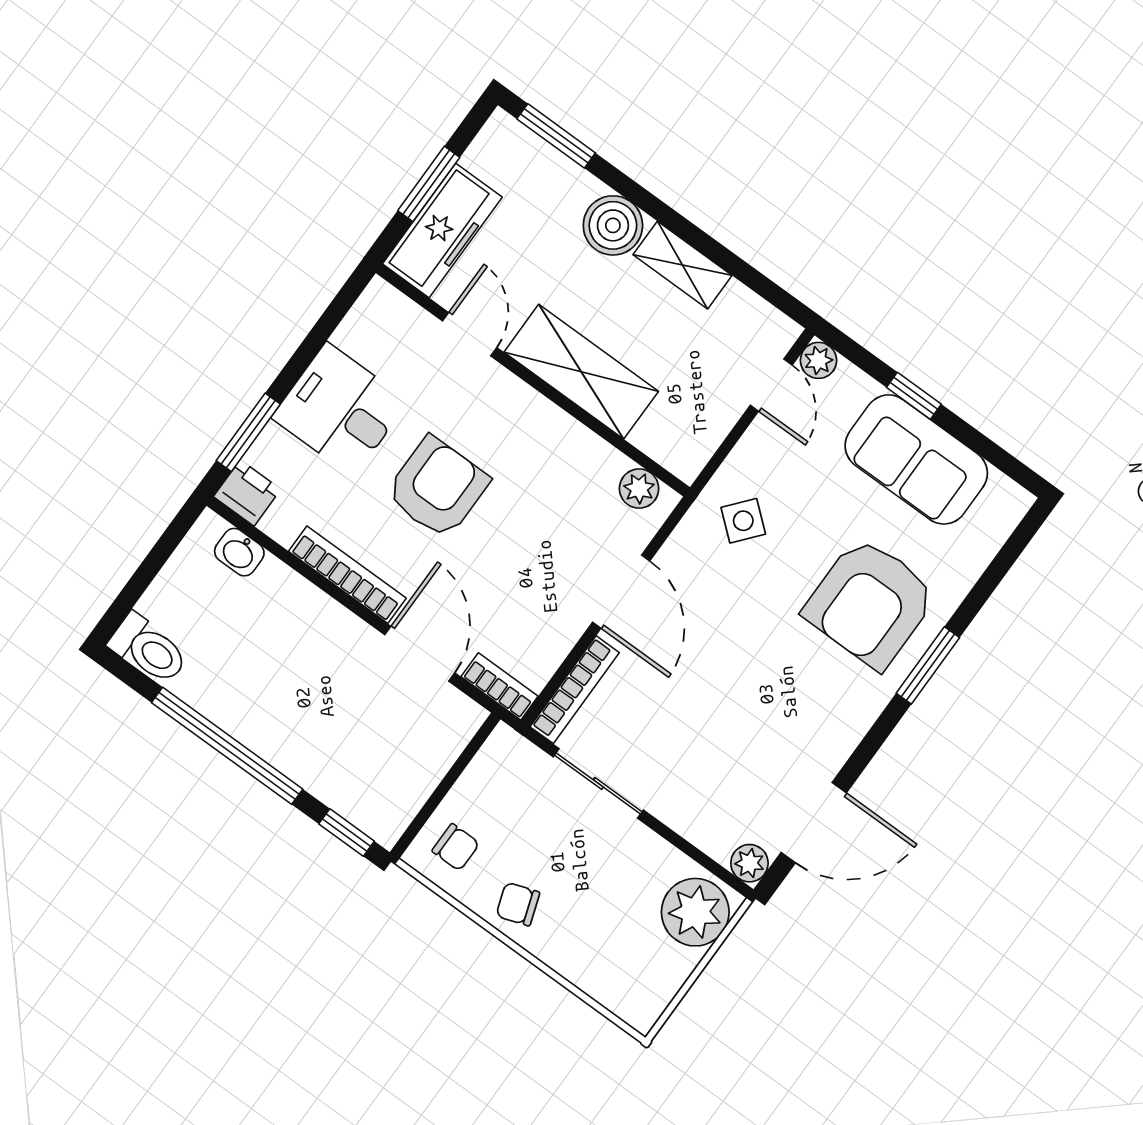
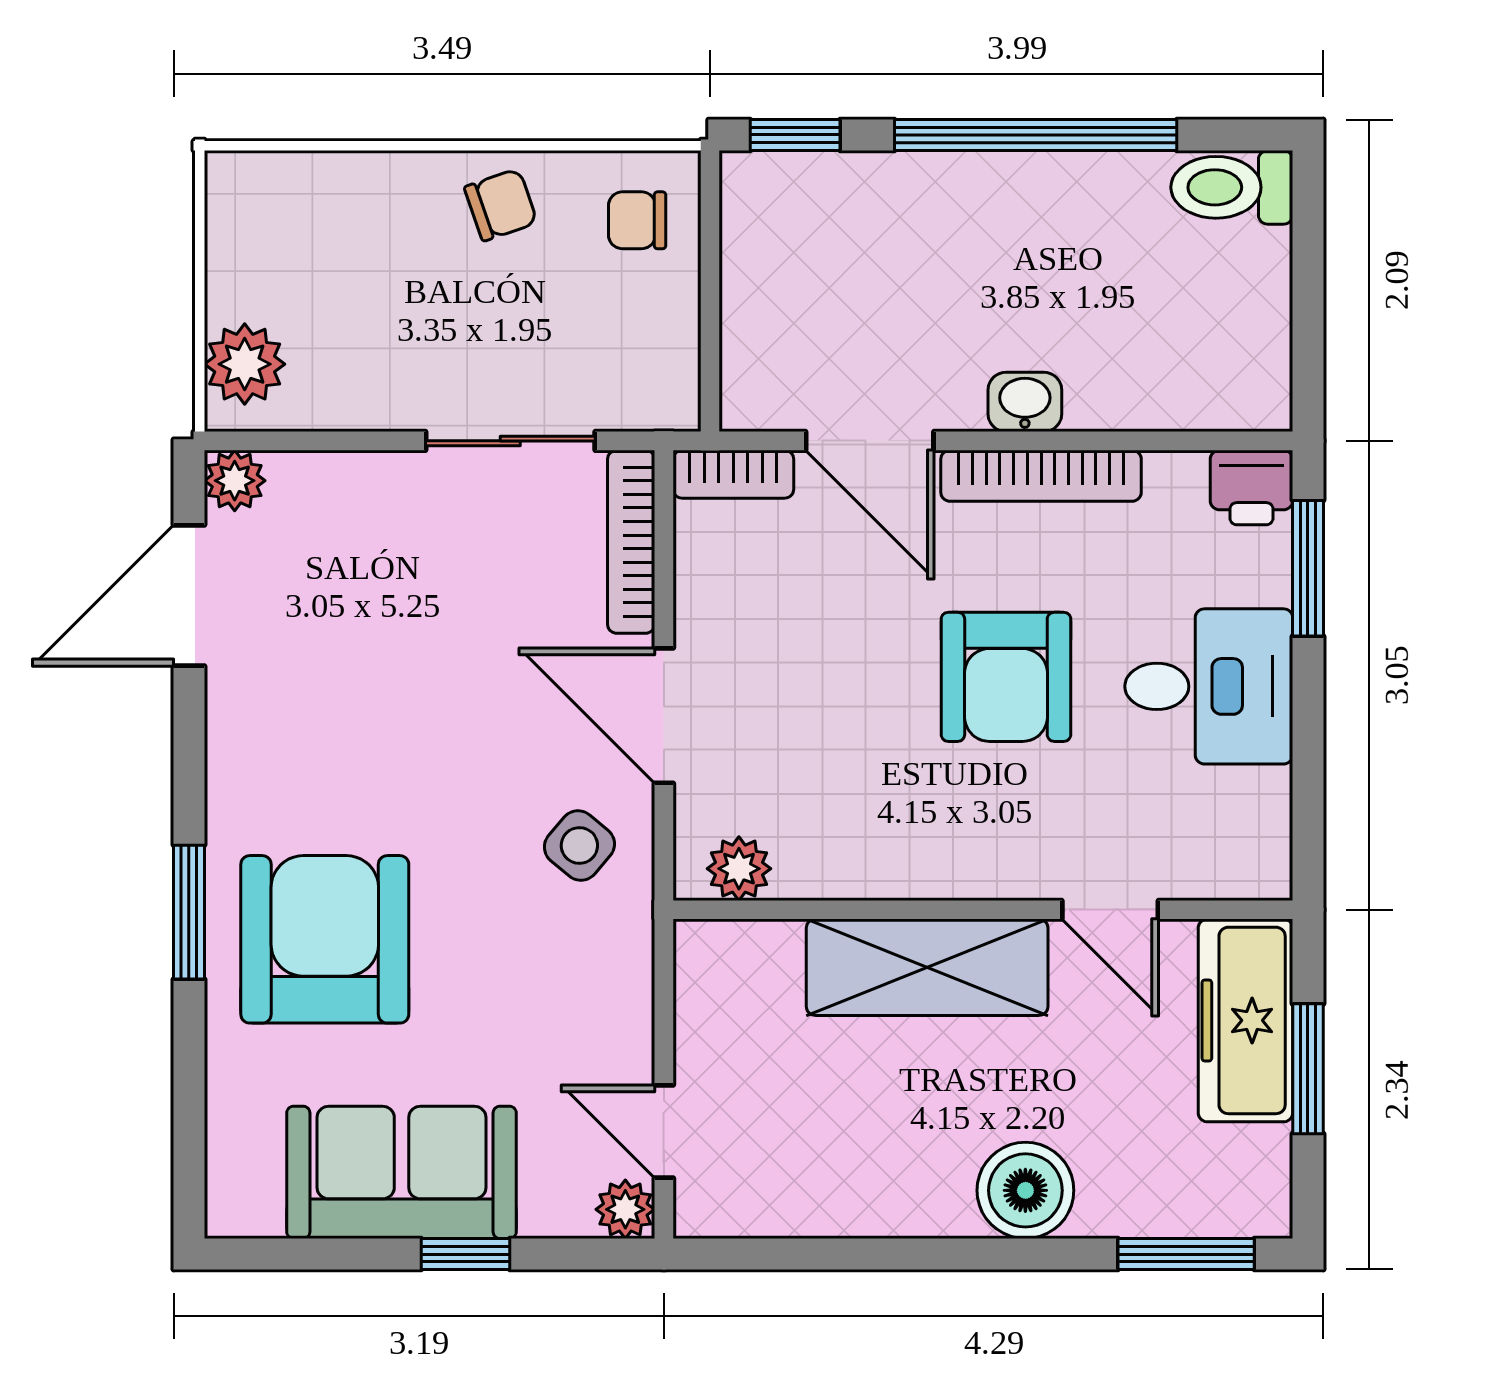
shelving: (683, 265) -> (896, 1205), removed
side table: (743, 521) -> (579, 846), moved
washbasin: (239, 552) -> (1025, 402), moved
plant: (695, 912) -> (245, 364), width x0.73, depth x0.73

